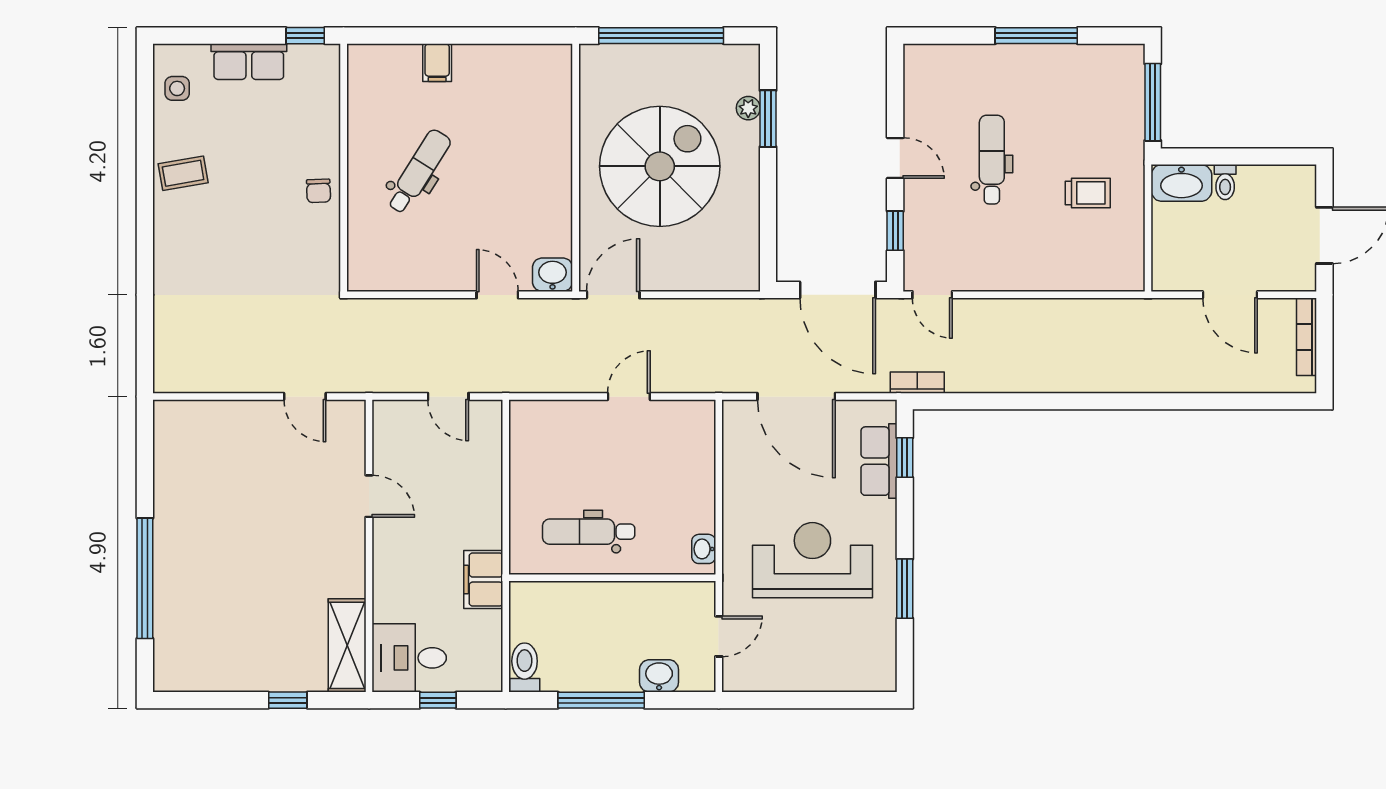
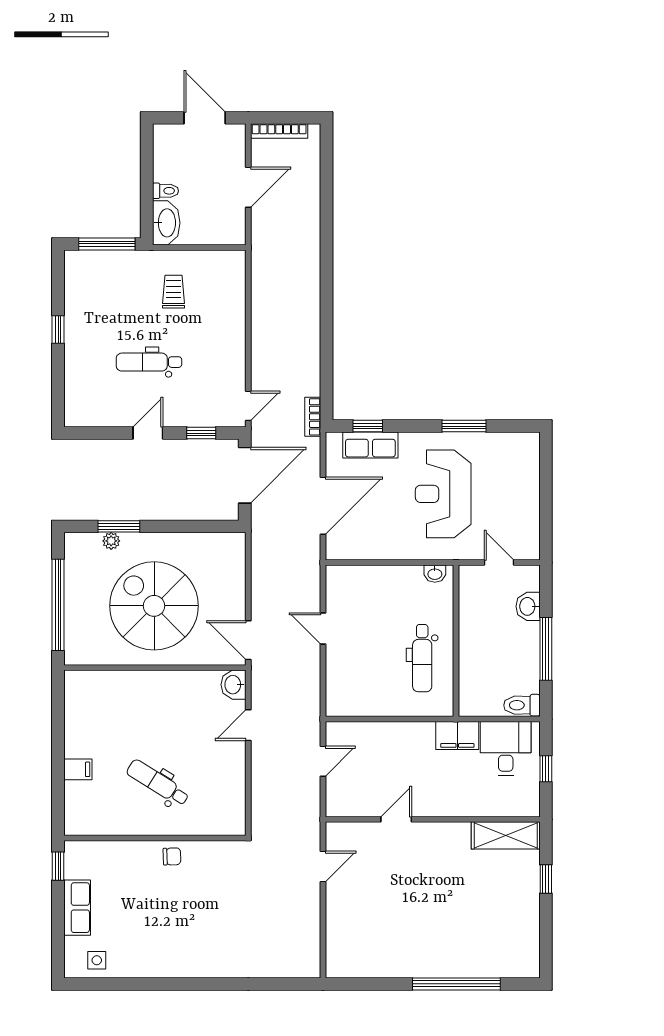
window: (1036, 36) -> (58, 329), width x0.46
coffee table: (183, 173) -> (159, 956), removed
desk: (409, 658) -> (506, 748), moved, turned 180

